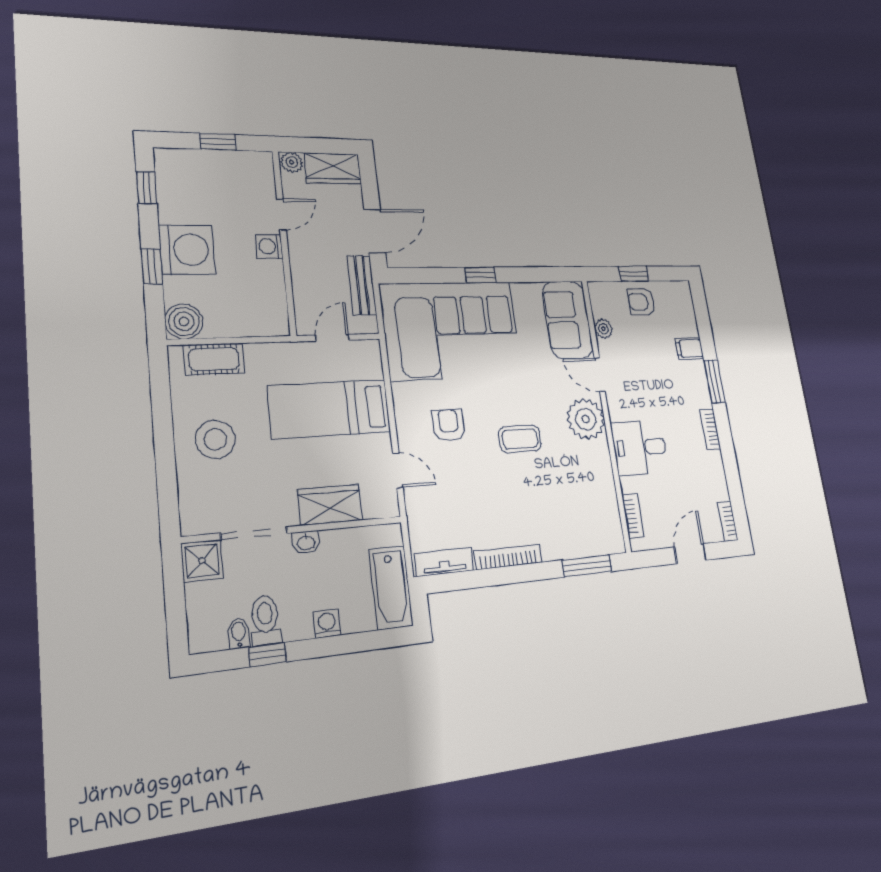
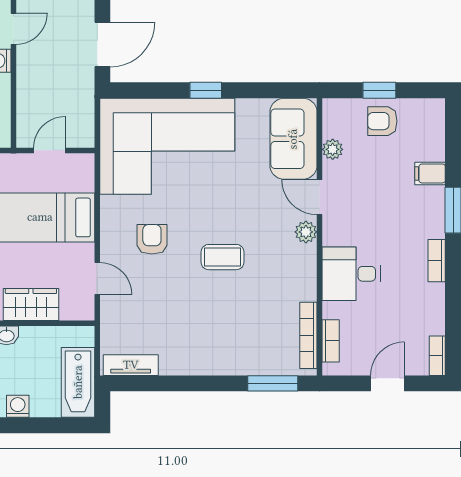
bench: (362, 285) -> (83, 100), removed
plant: (586, 419) -> (306, 232), width x0.53, depth x0.53
bookcase: (508, 557) -> (308, 335), moved, turned -90

